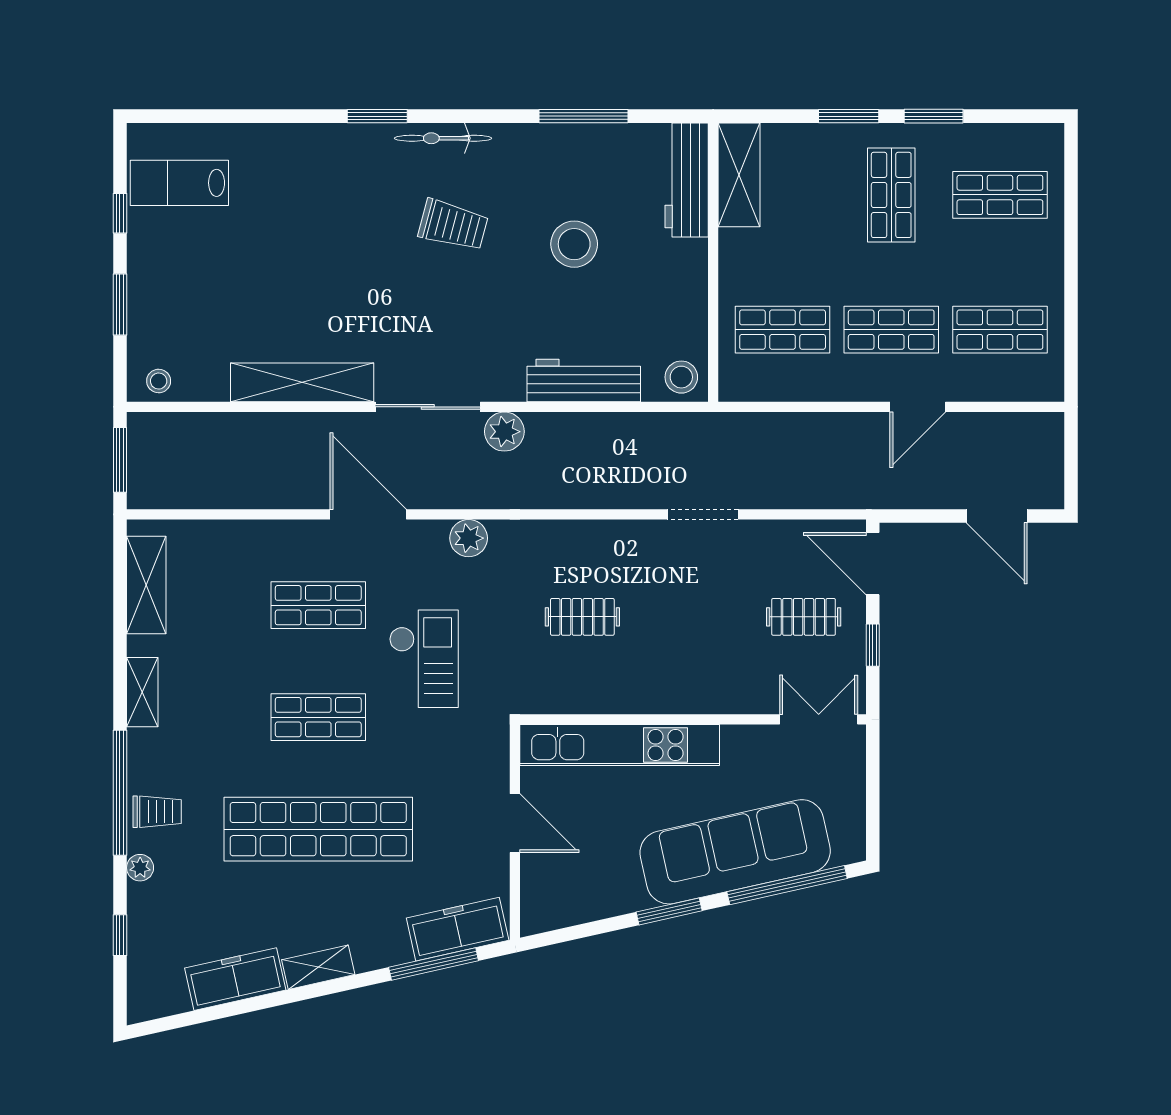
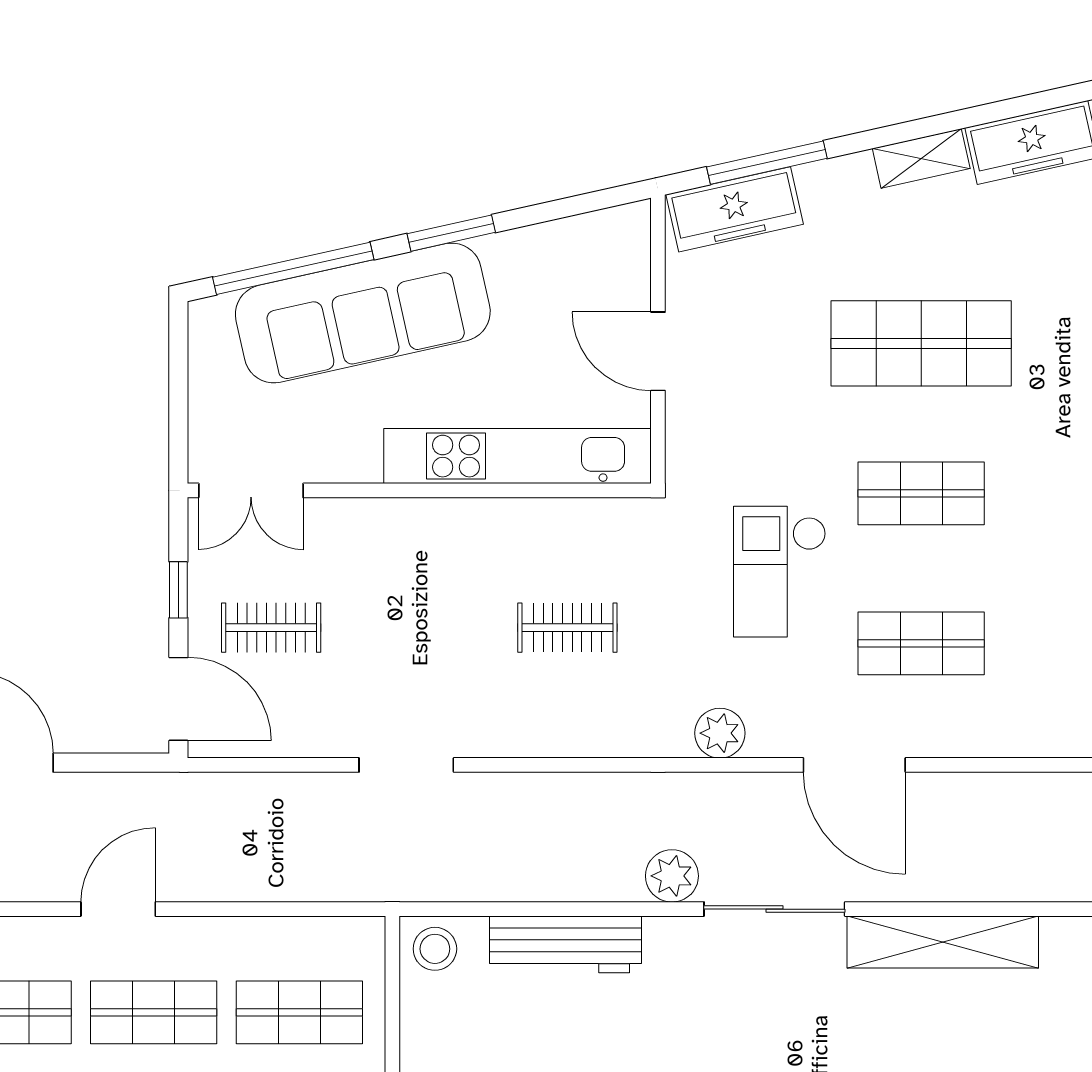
shop shelf: (318, 829) -> (921, 343), width x0.71

